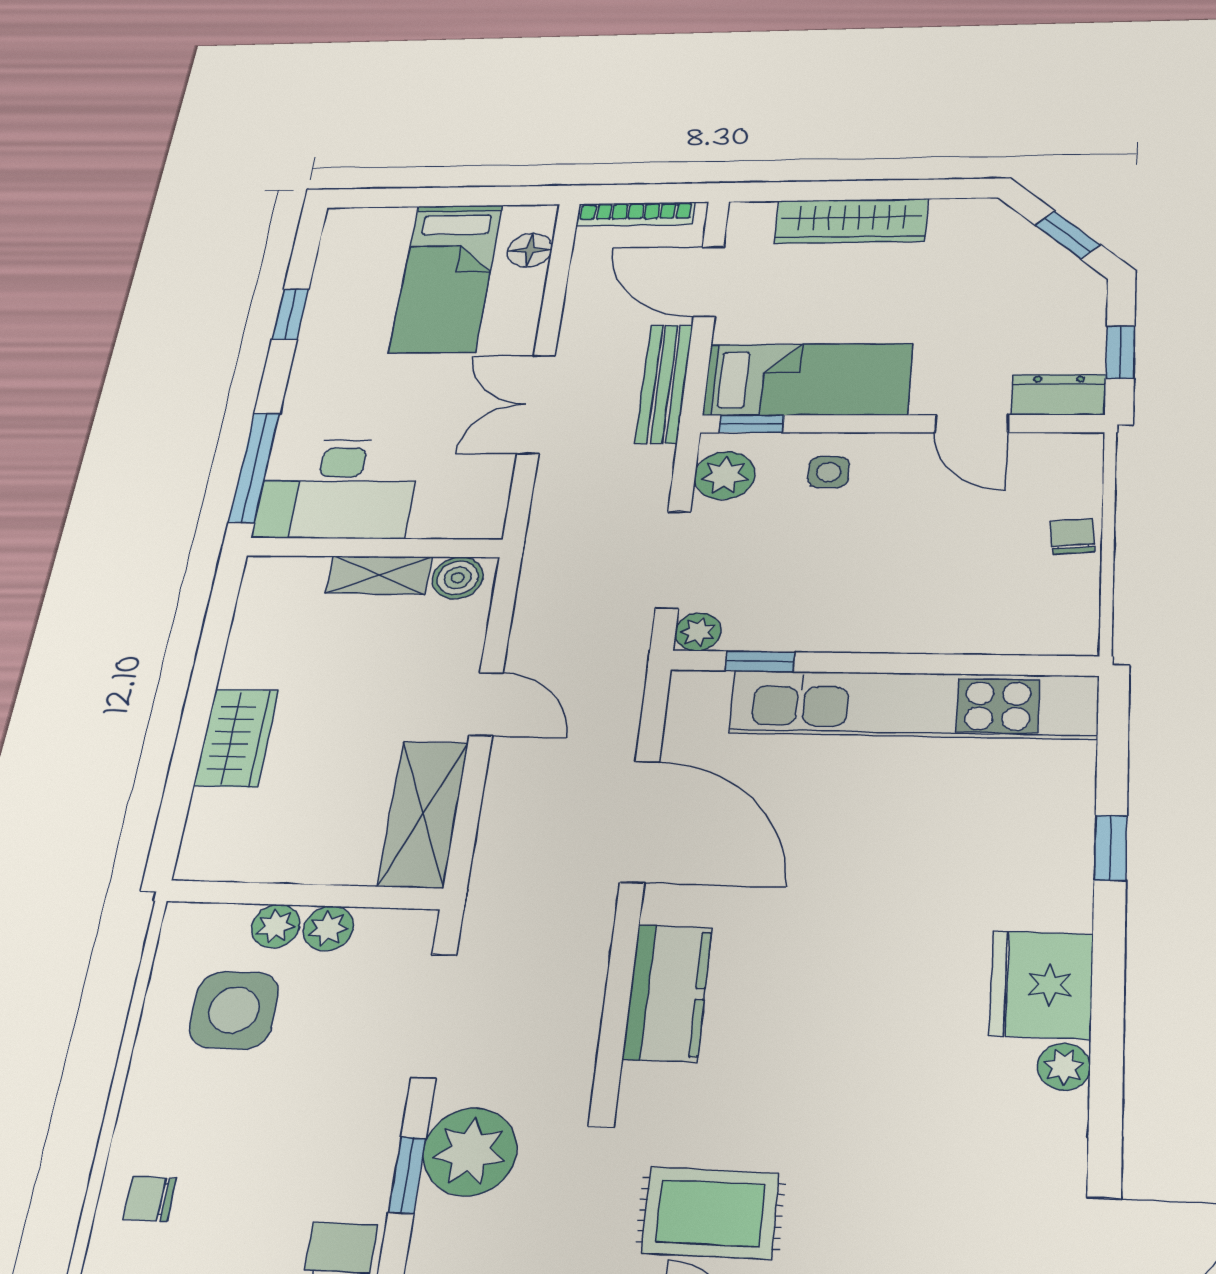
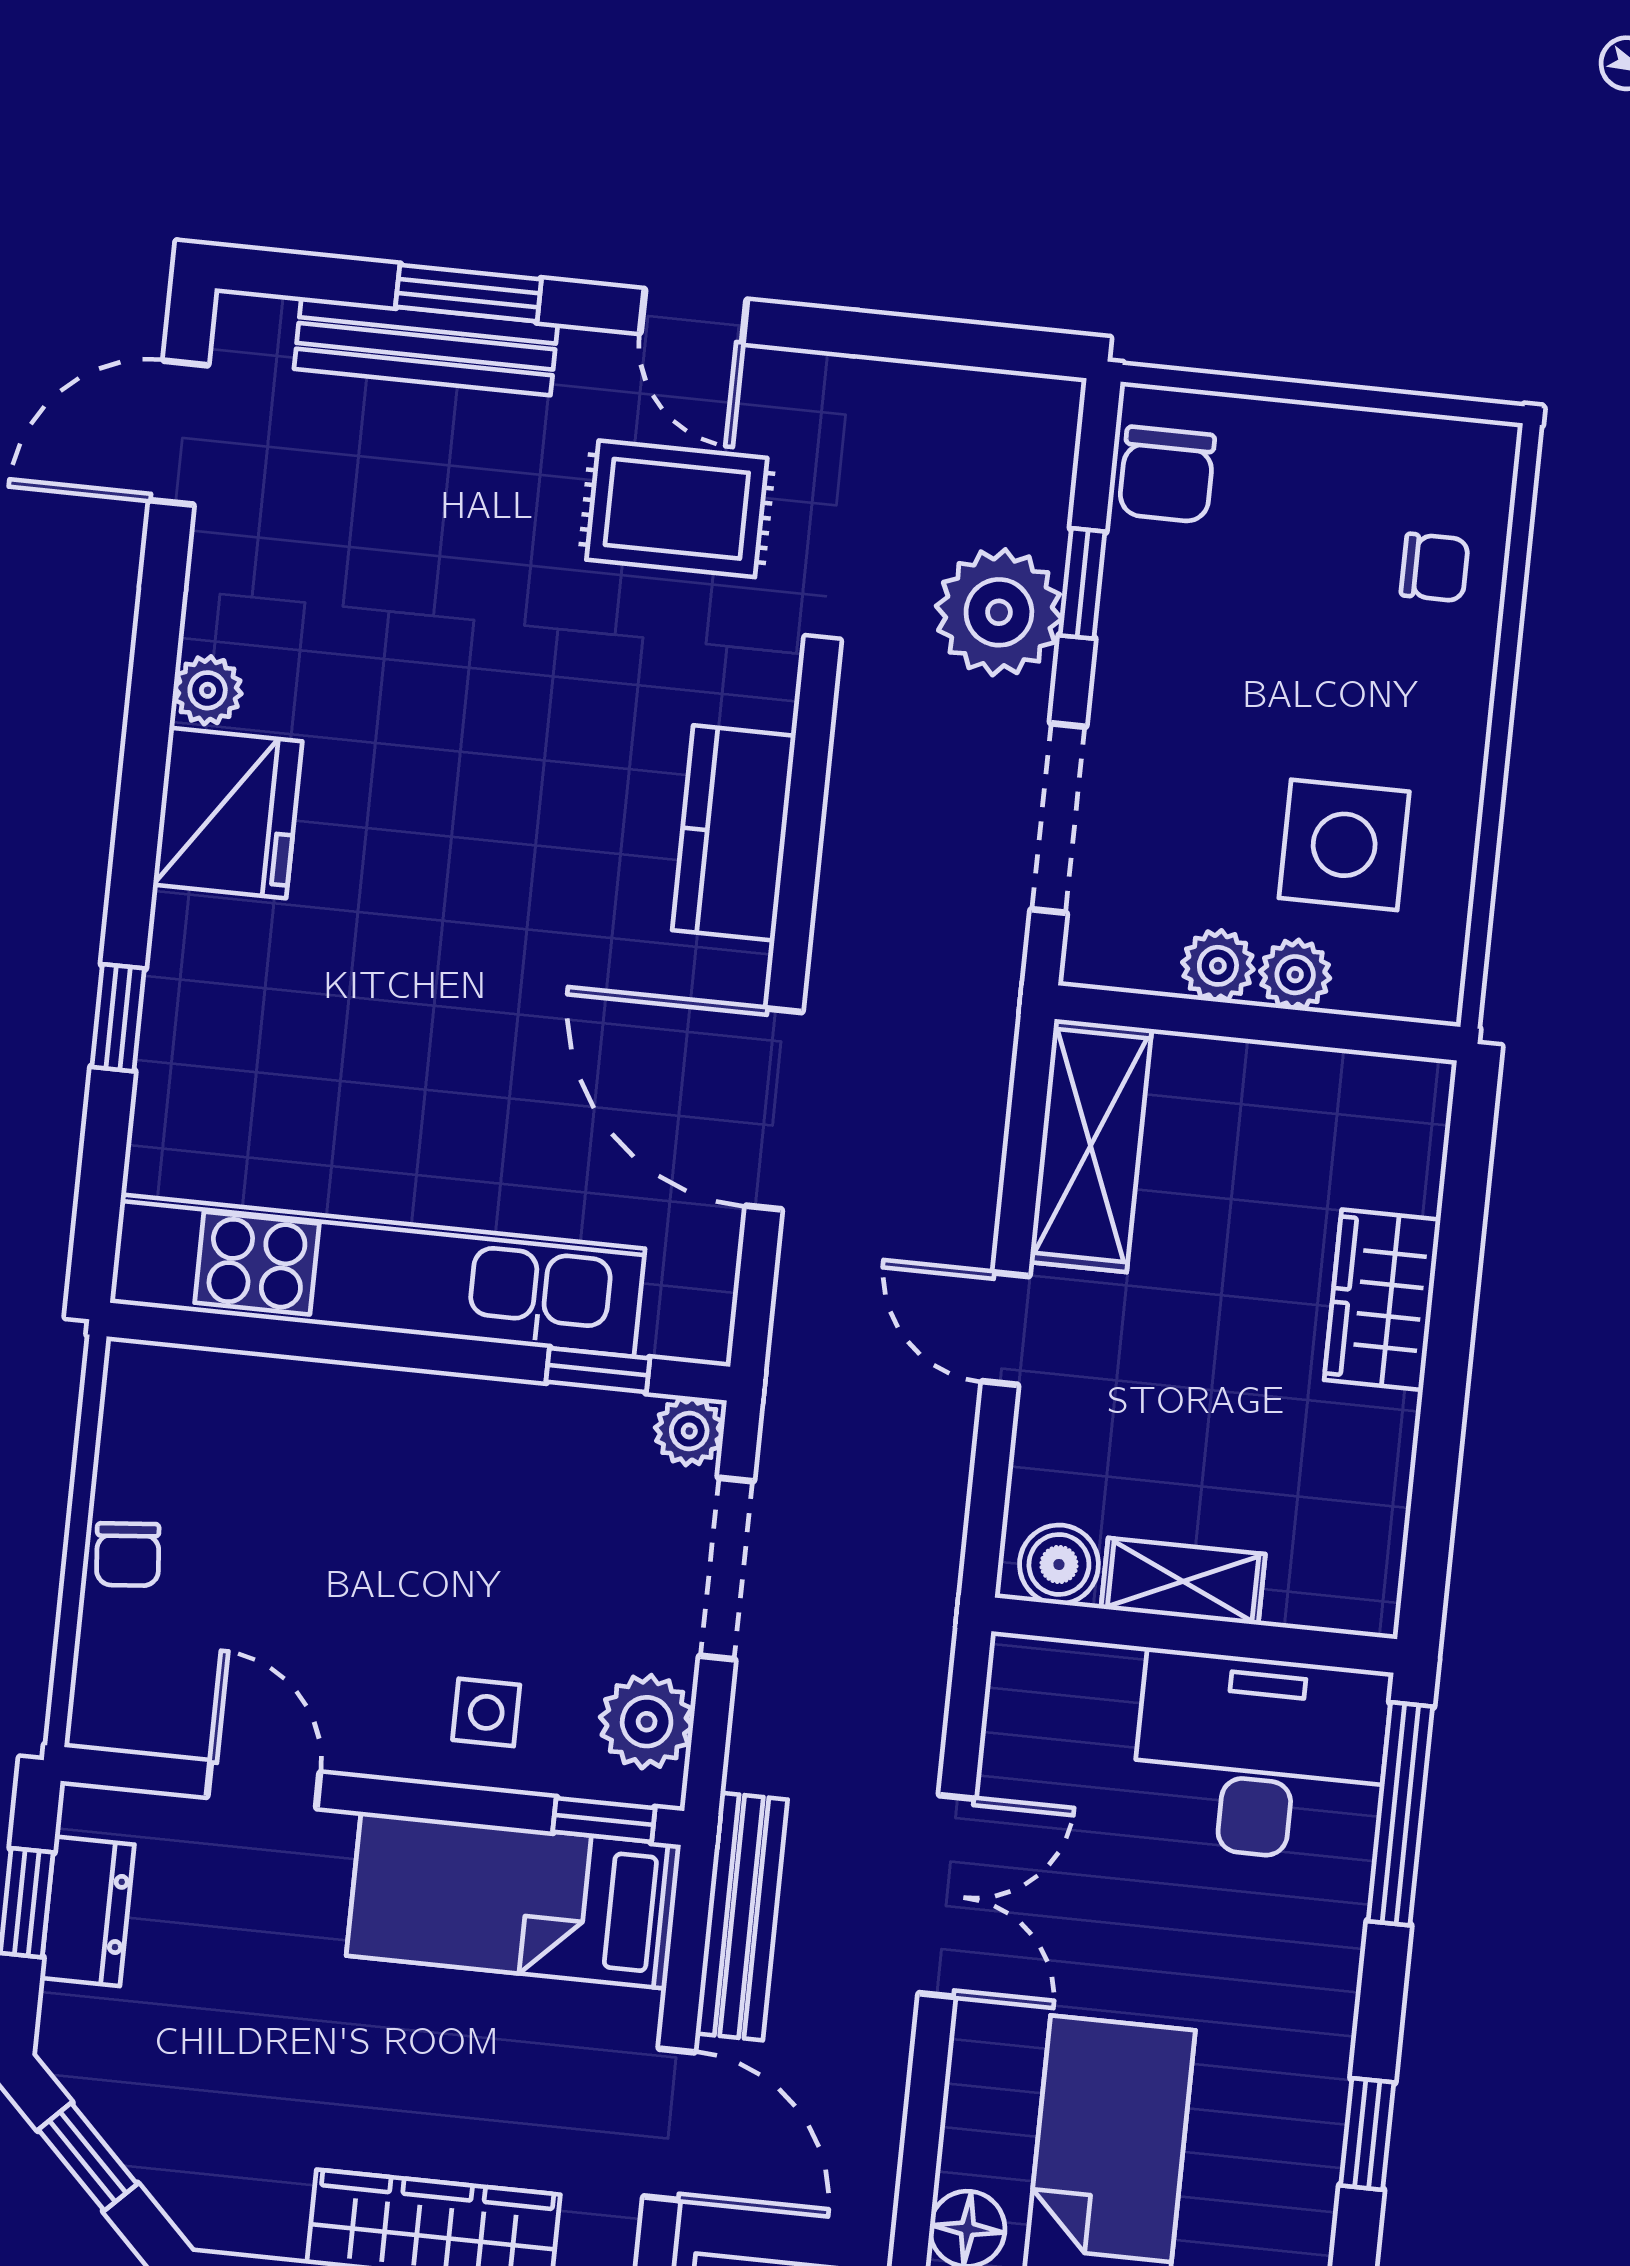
dresser: (1059, 395) -> (87, 1911), moved, turned -90

